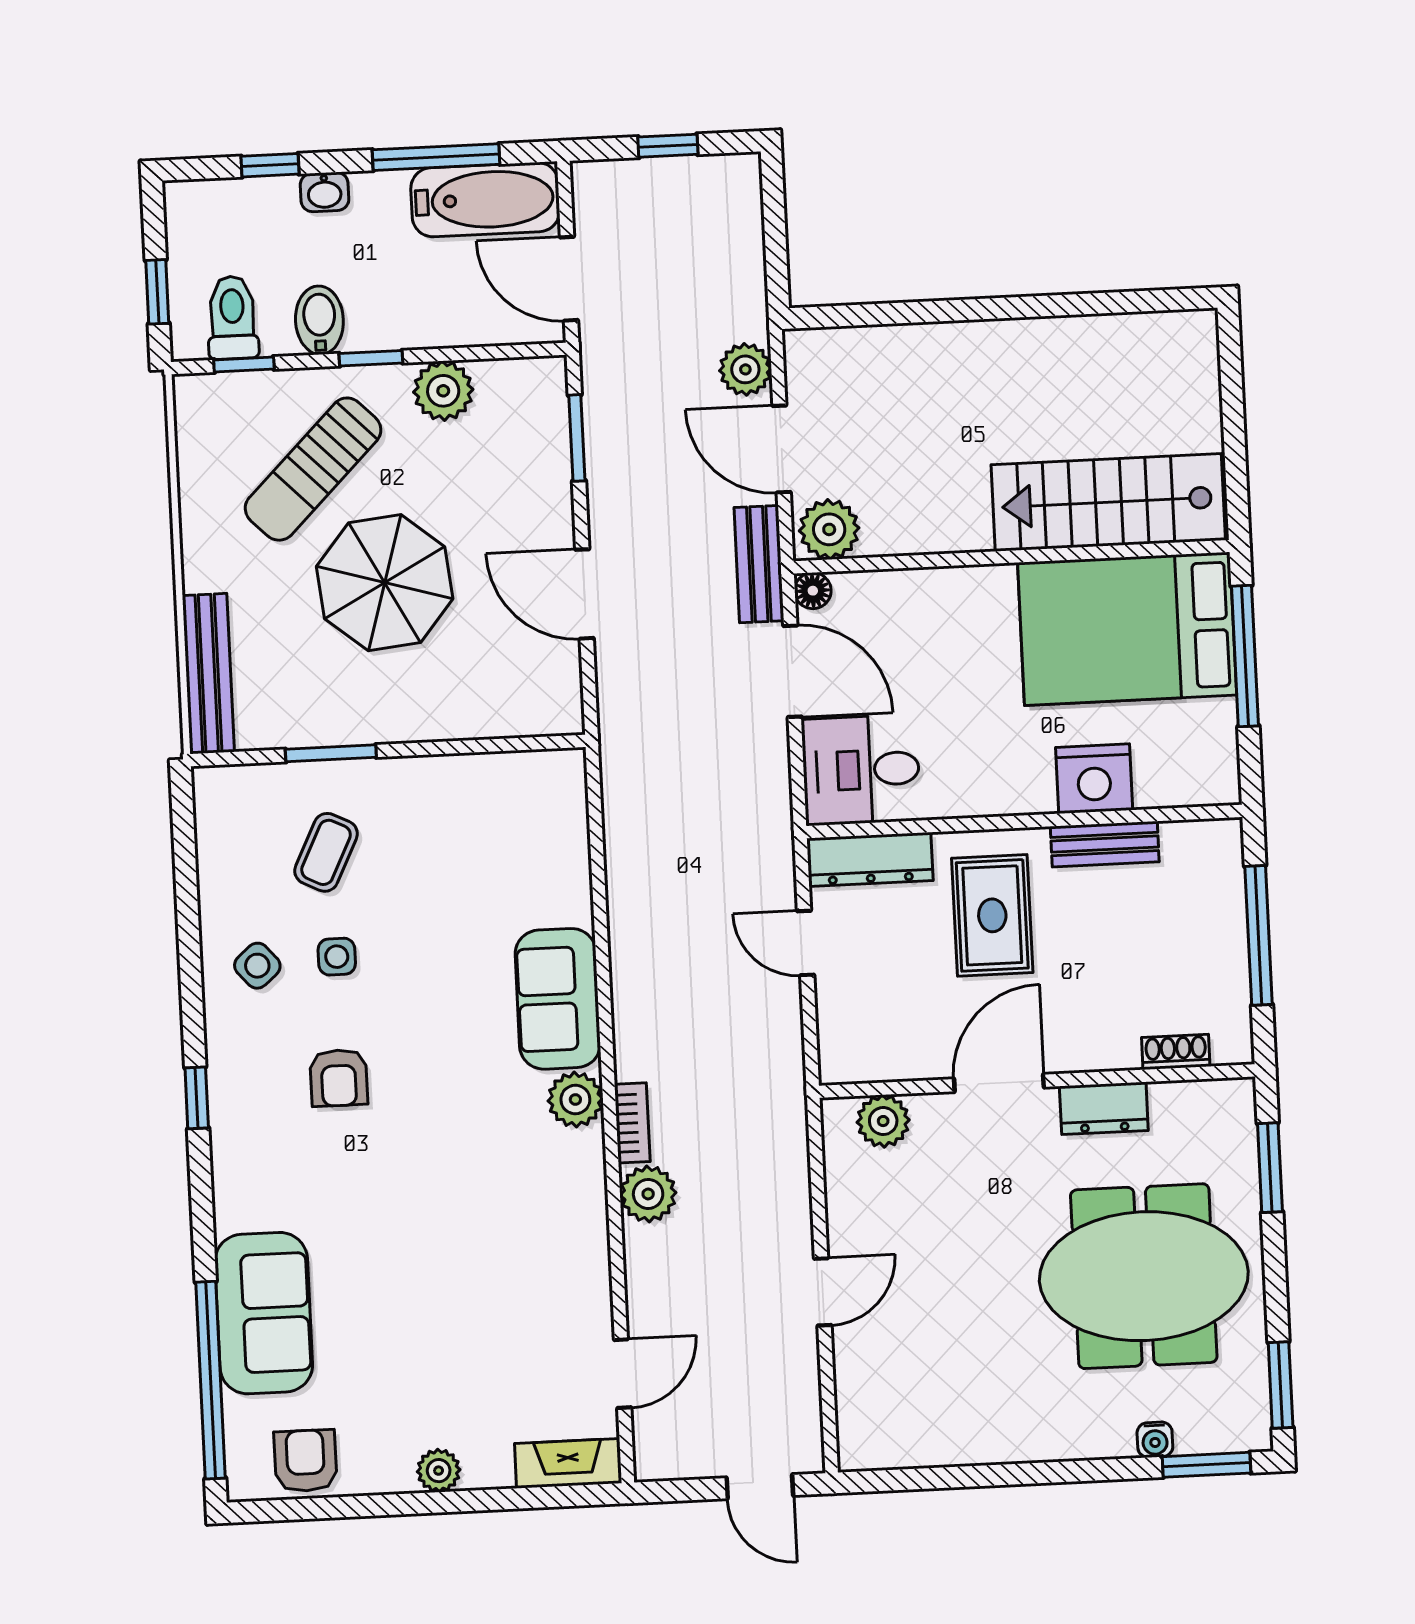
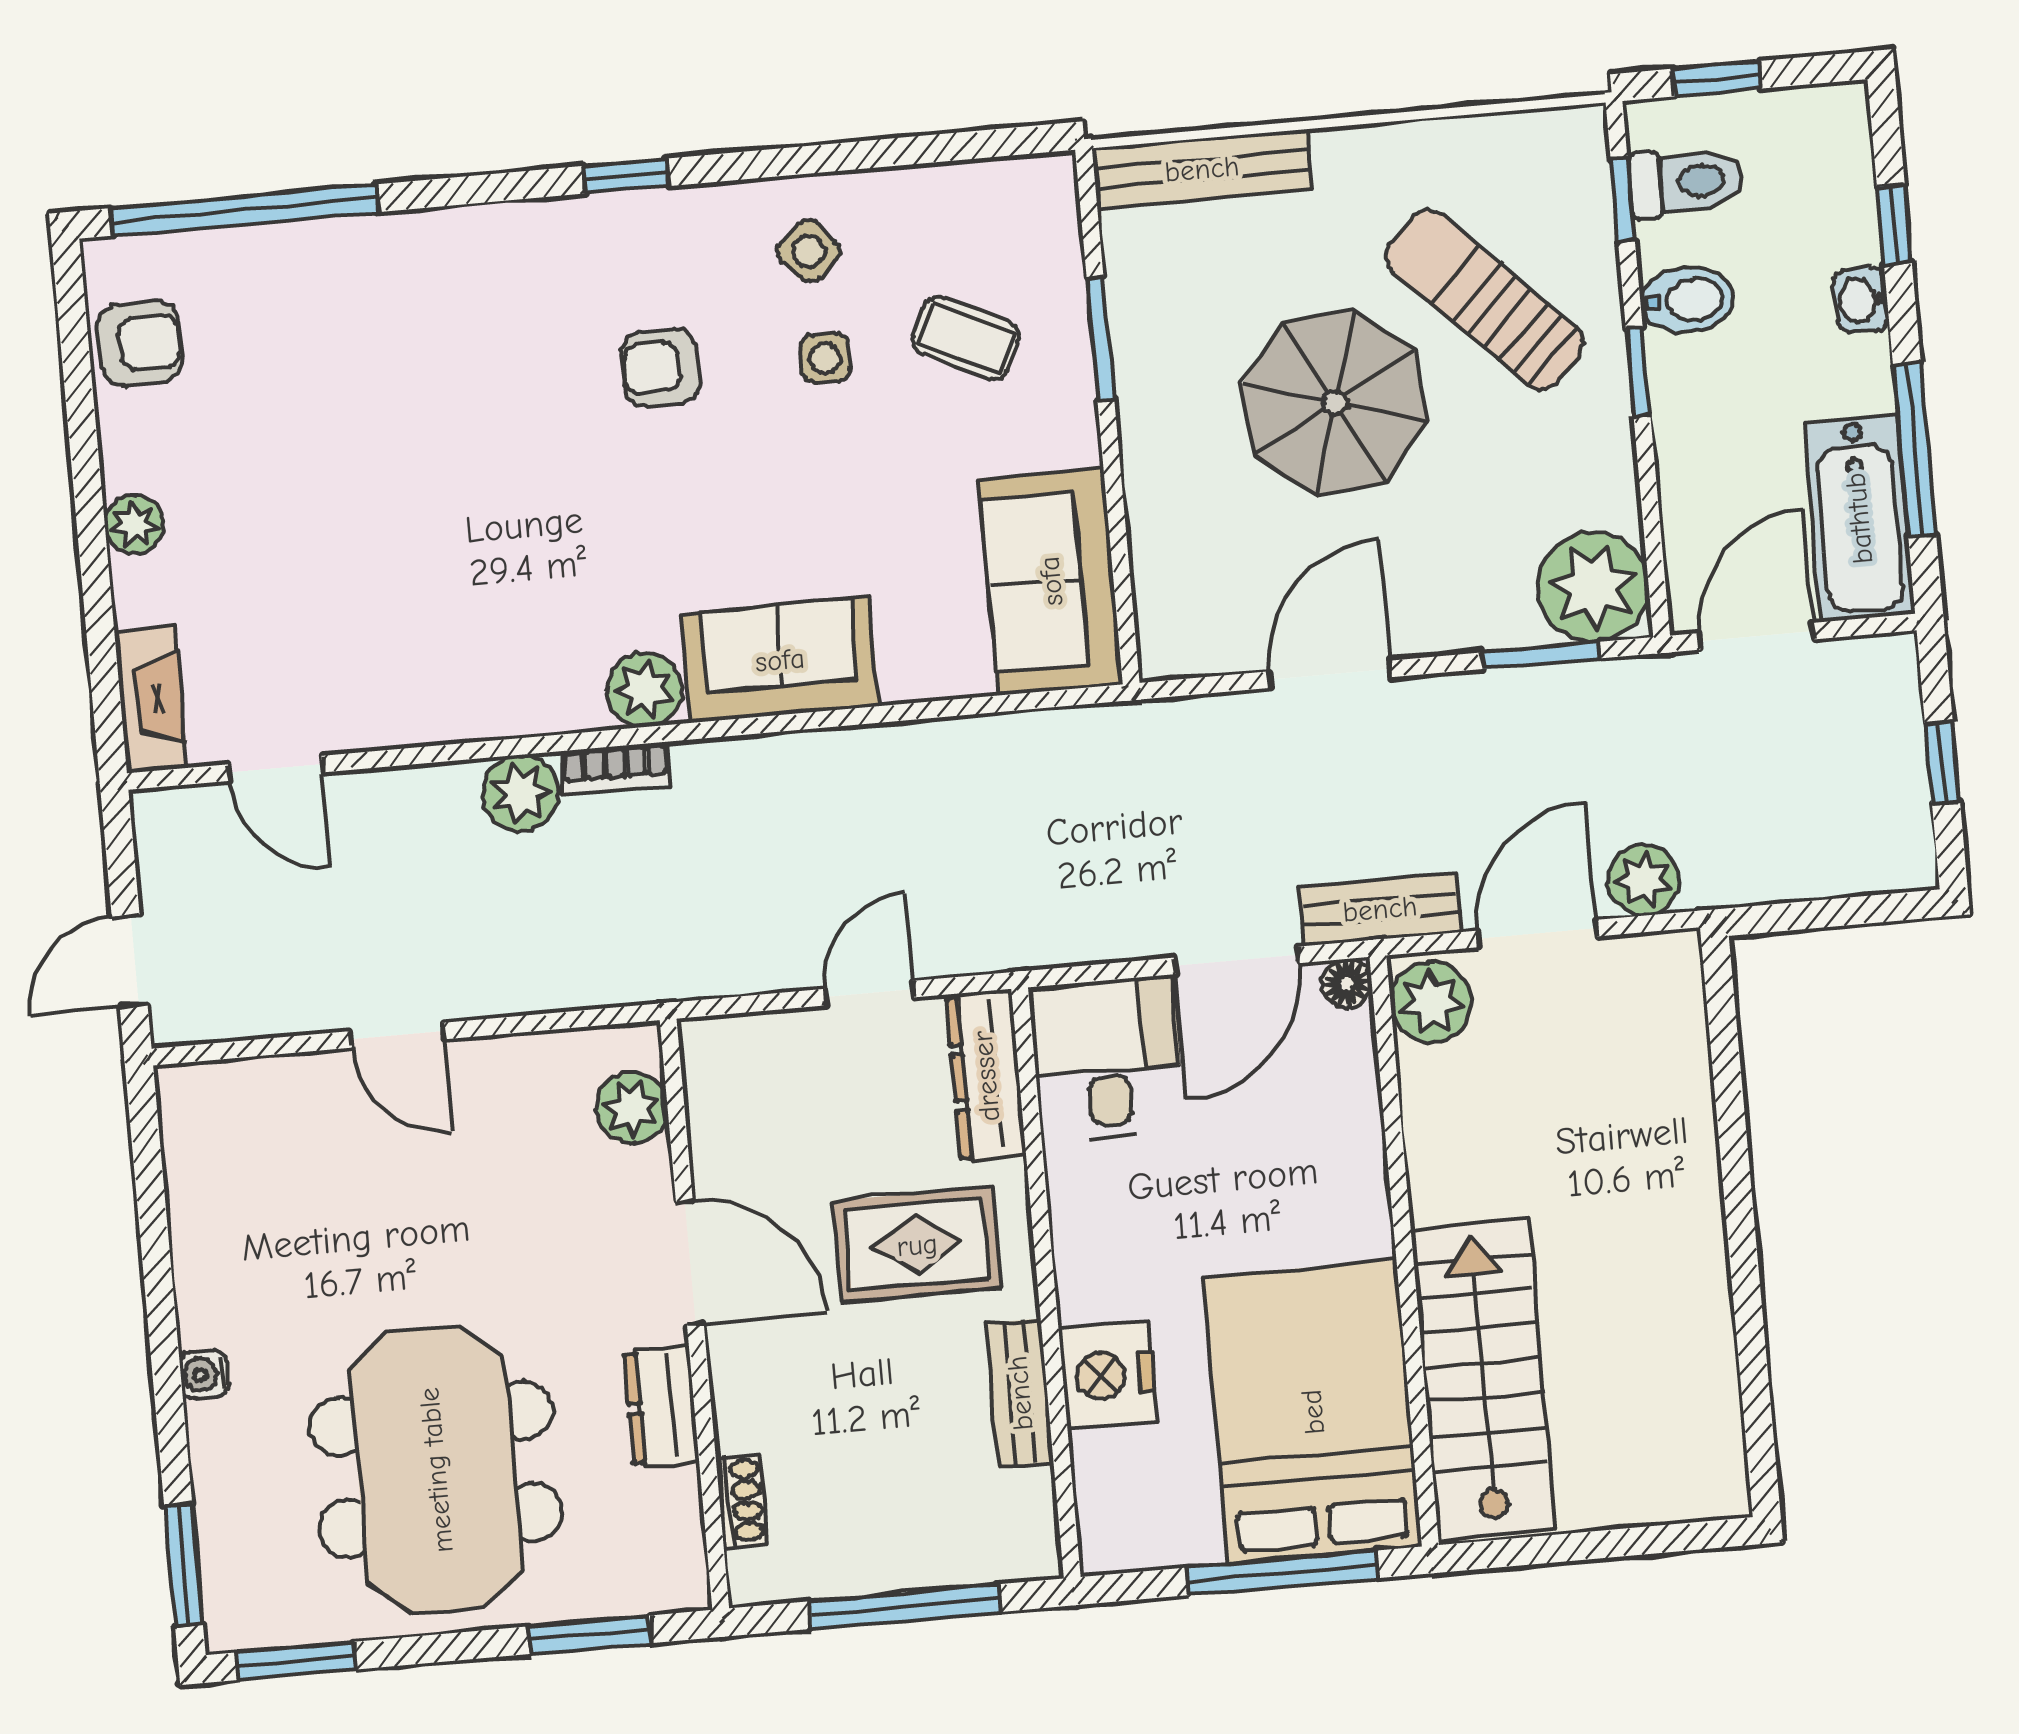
plant: (443, 391) -> (1593, 587), moved, width x1.36, depth x1.36
sofa: (264, 1313) -> (1051, 581), moved, turned 90
water cooler: (1155, 1440) -> (204, 1374), moved

